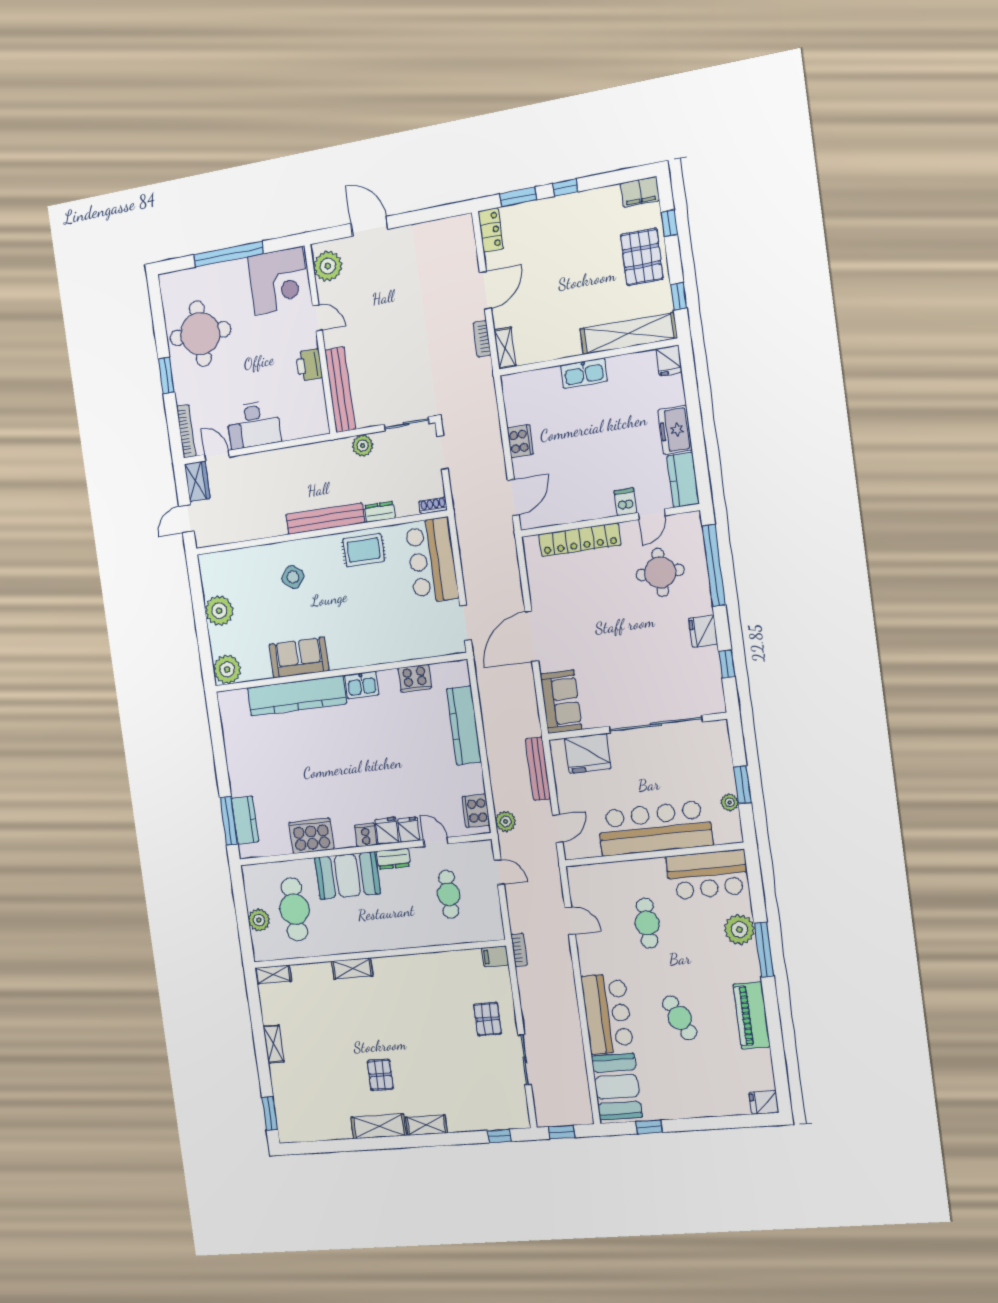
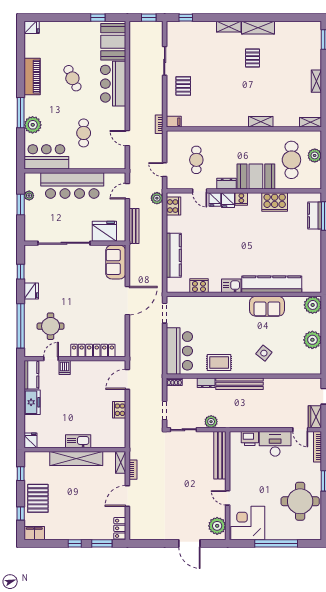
shelving: (629, 333) -> (76, 458), moved
printer: (309, 365) -> (250, 439), moved, turned 90

